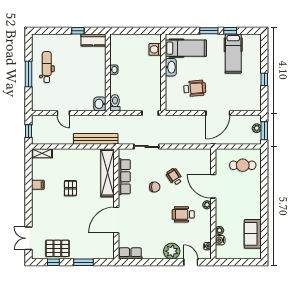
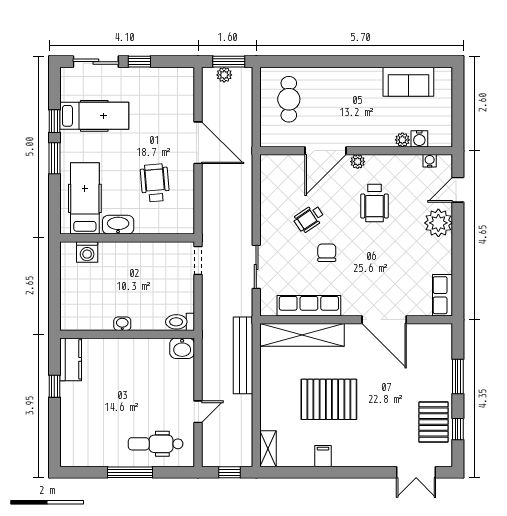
sliding door: (264, 54) -> (96, 62), added
dental chair: (47, 67) -> (156, 444), moved
pallet: (70, 188) -> (329, 399), width x2.05, depth x2.00

